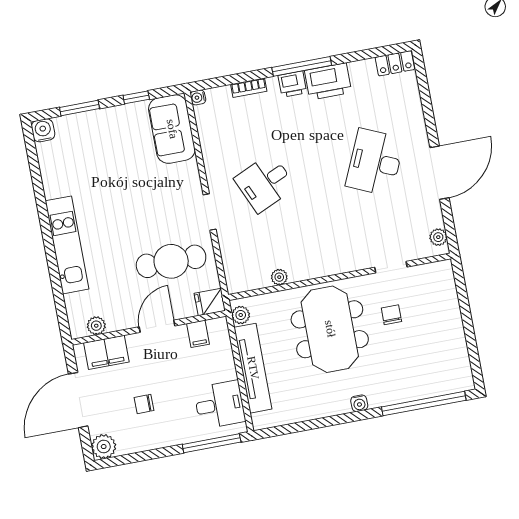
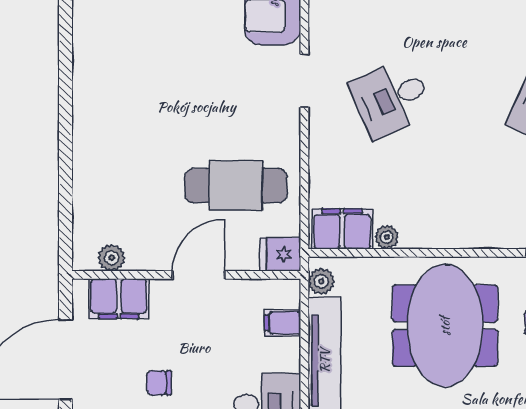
doorway: (210, 212) -> (304, 81), moved
kitchen unit: (67, 245) -> (91, 134), removed
filing cabinet: (248, 277) -> (342, 229), added
filing cabinet: (198, 334) -> (283, 323), moved, turned 90

